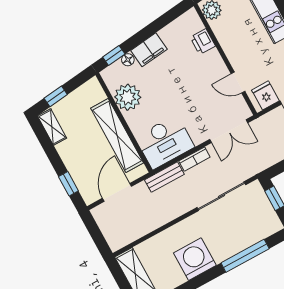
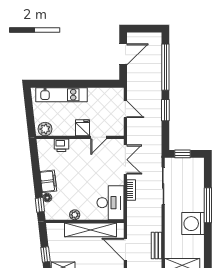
fridge: (265, 95) -> (82, 128), moved, turned 90
plant: (128, 97) -> (75, 215), width x0.53, depth x0.53
bench: (164, 177) -> (156, 245), moved
window: (245, 256) -> (208, 205), moved

